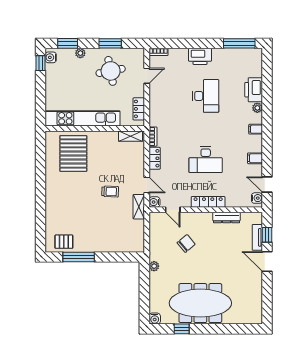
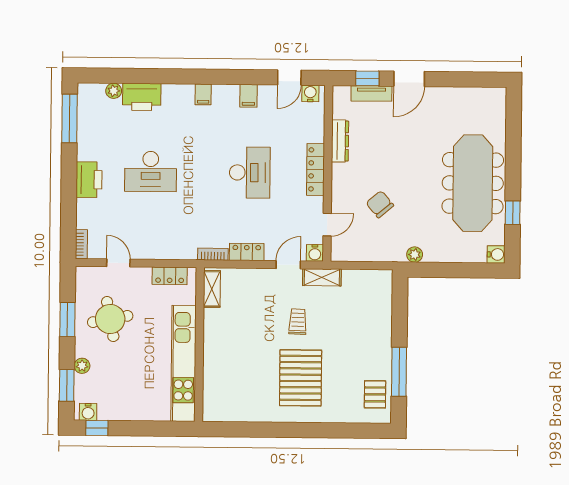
desk: (206, 96) -> (151, 172), turned 180
plant: (257, 108) -> (114, 91), moved
pallet: (73, 153) -> (301, 378), moved, turned 90

